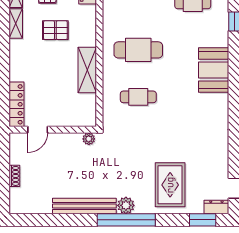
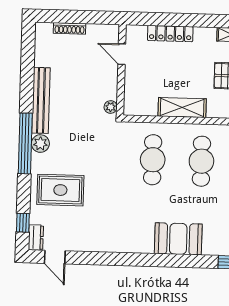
cafe table: (138, 97) -> (153, 160), width x1.37, depth x1.35
locker: (16, 104) -> (170, 34), moved
shoe rack: (14, 176) -> (70, 28), width x1.43
window: (203, 220) -> (23, 223), width x0.67

